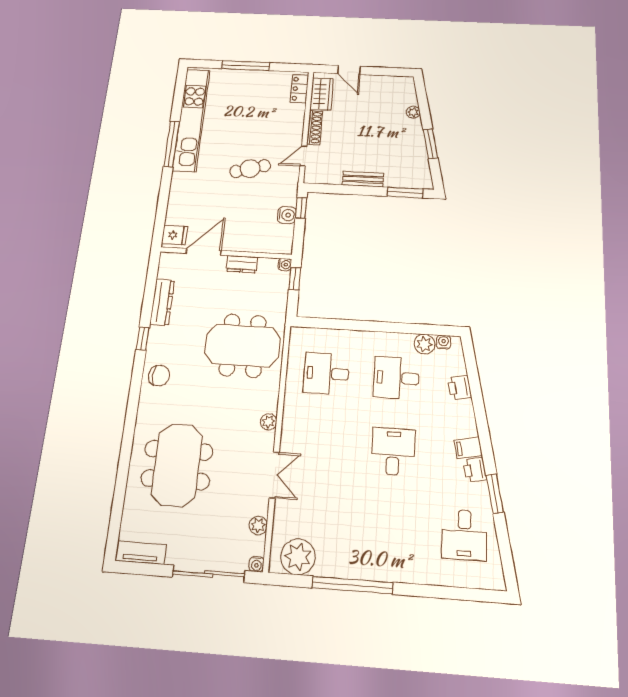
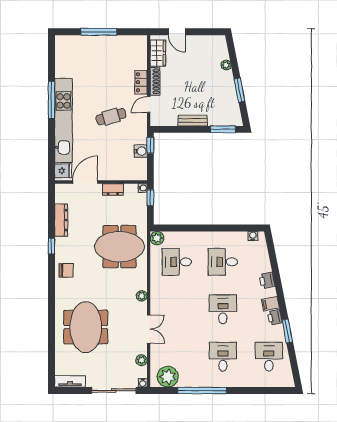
locker: (299, 89) -> (141, 82), moved
kitchen unit: (191, 120) -> (63, 120), moved
plant: (424, 344) -> (157, 238), moved
printer: (460, 387) -> (267, 280), moved
desk: (389, 529) -> (223, 357), added
desk: (464, 535) -> (269, 357), turned 180

